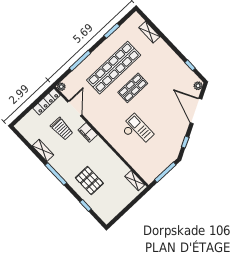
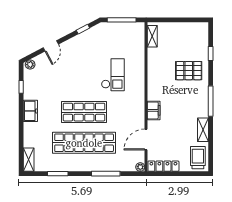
shelving: (149, 32) -> (29, 160), moved
freezer: (169, 55) -> (30, 111), added
shop shelf: (133, 88) -> (84, 112), width x1.43, depth x1.36
door: (196, 111) -> (51, 46), width x0.53
trolley: (62, 129) -> (198, 158), moved
checkout: (137, 131) -> (113, 75), turned 180
pallet: (89, 181) -> (189, 71), turned 90

